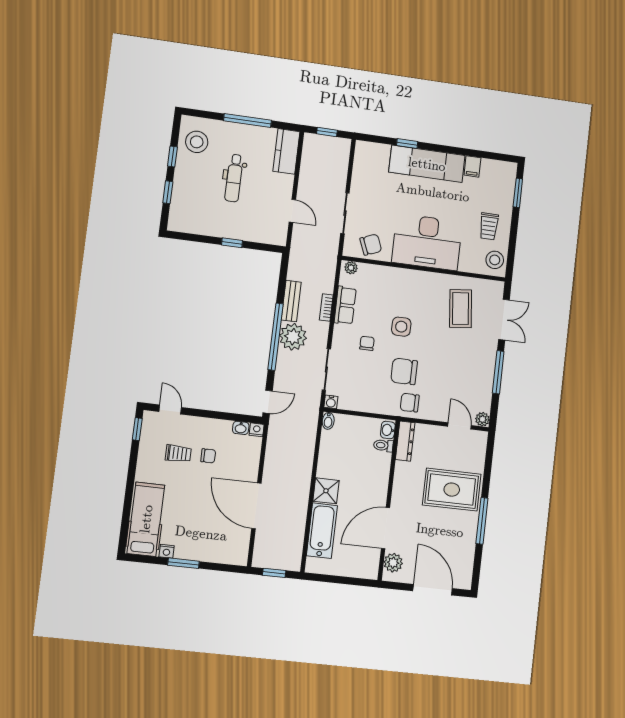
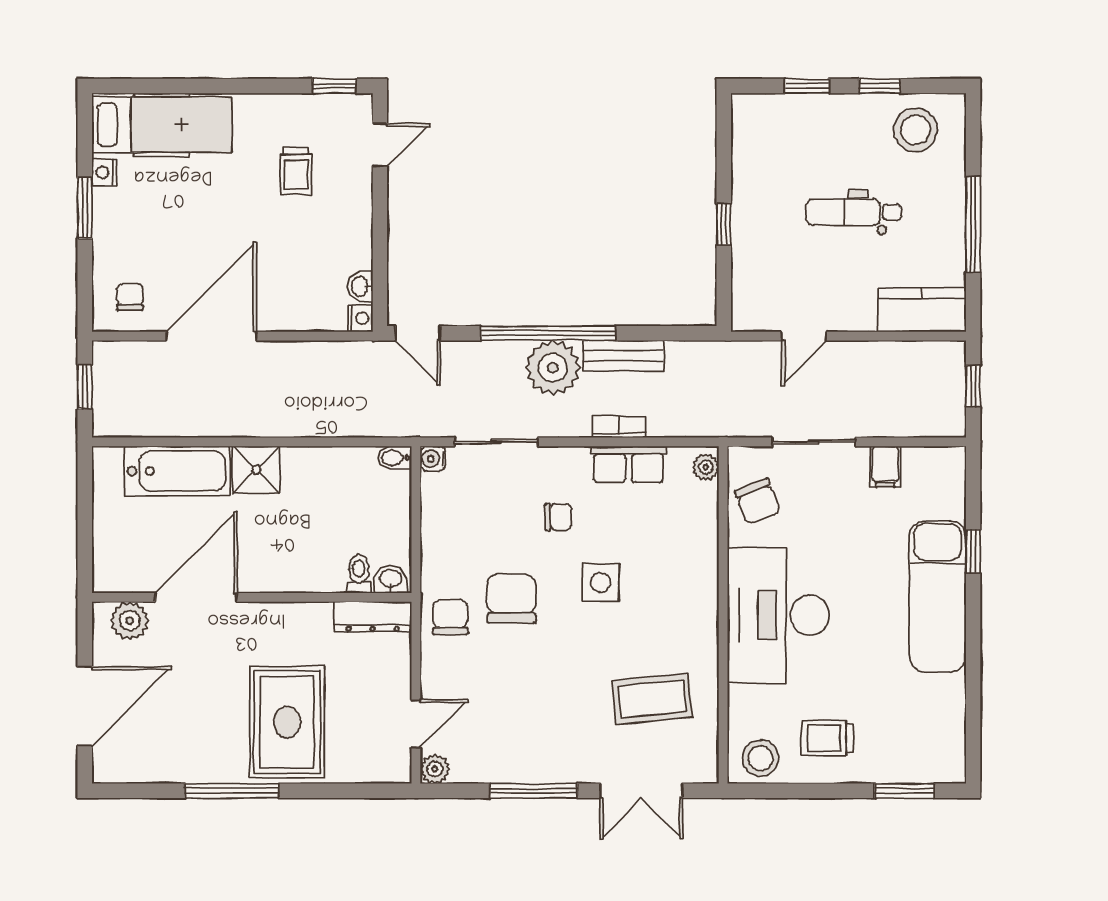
filing cabinet: (472, 166) -> (885, 467), moved, turned -90
chair: (208, 456) -> (130, 297), moved, turned 180
door: (386, 528) -> (196, 597), hinge flipped

